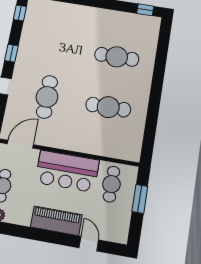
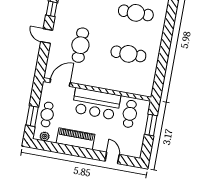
piano: (56, 221) -> (76, 139), moved

